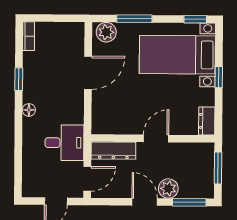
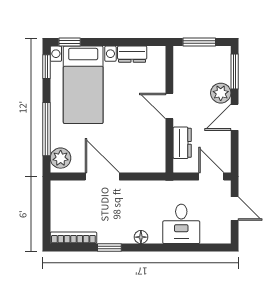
window: (134, 19) -> (46, 129), width x1.44
bookcase: (29, 36) -> (73, 238), width x1.56
window: (219, 77) -> (70, 42), moved
dresser: (207, 121) -> (132, 54), moved
desk: (64, 143) -> (181, 224), moved, turned 180
dresser: (113, 151) -> (182, 143), width x0.70

